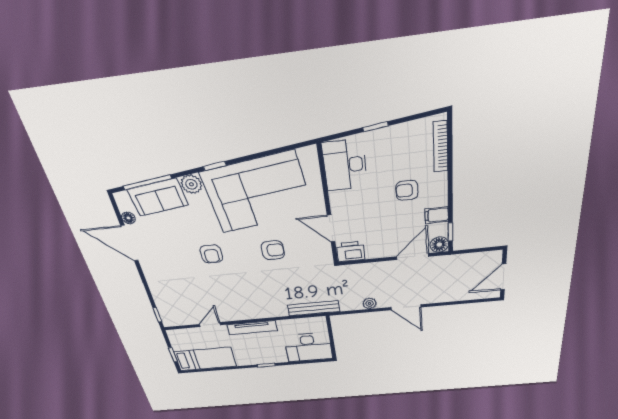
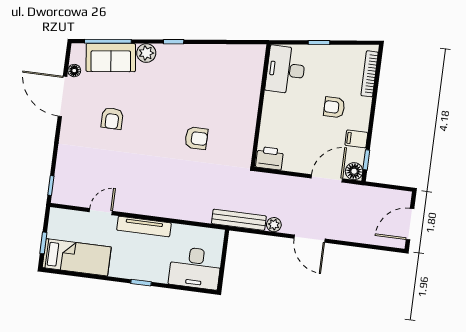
corner sofa: (257, 193) -> (202, 76), removed
door: (331, 228) -> (258, 129), removed
armchair: (211, 254) -> (112, 118), moved
bench: (314, 308) -> (239, 220), moved

